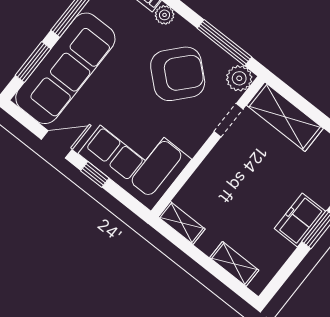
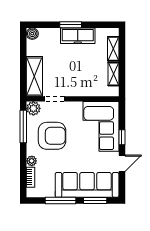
armchair: (178, 74) -> (52, 136), turned 138
door: (57, 144) -> (122, 163), swing flipped
freezer: (300, 220) -> (78, 36), width x1.40
shelving: (182, 223) -> (113, 74), moved

